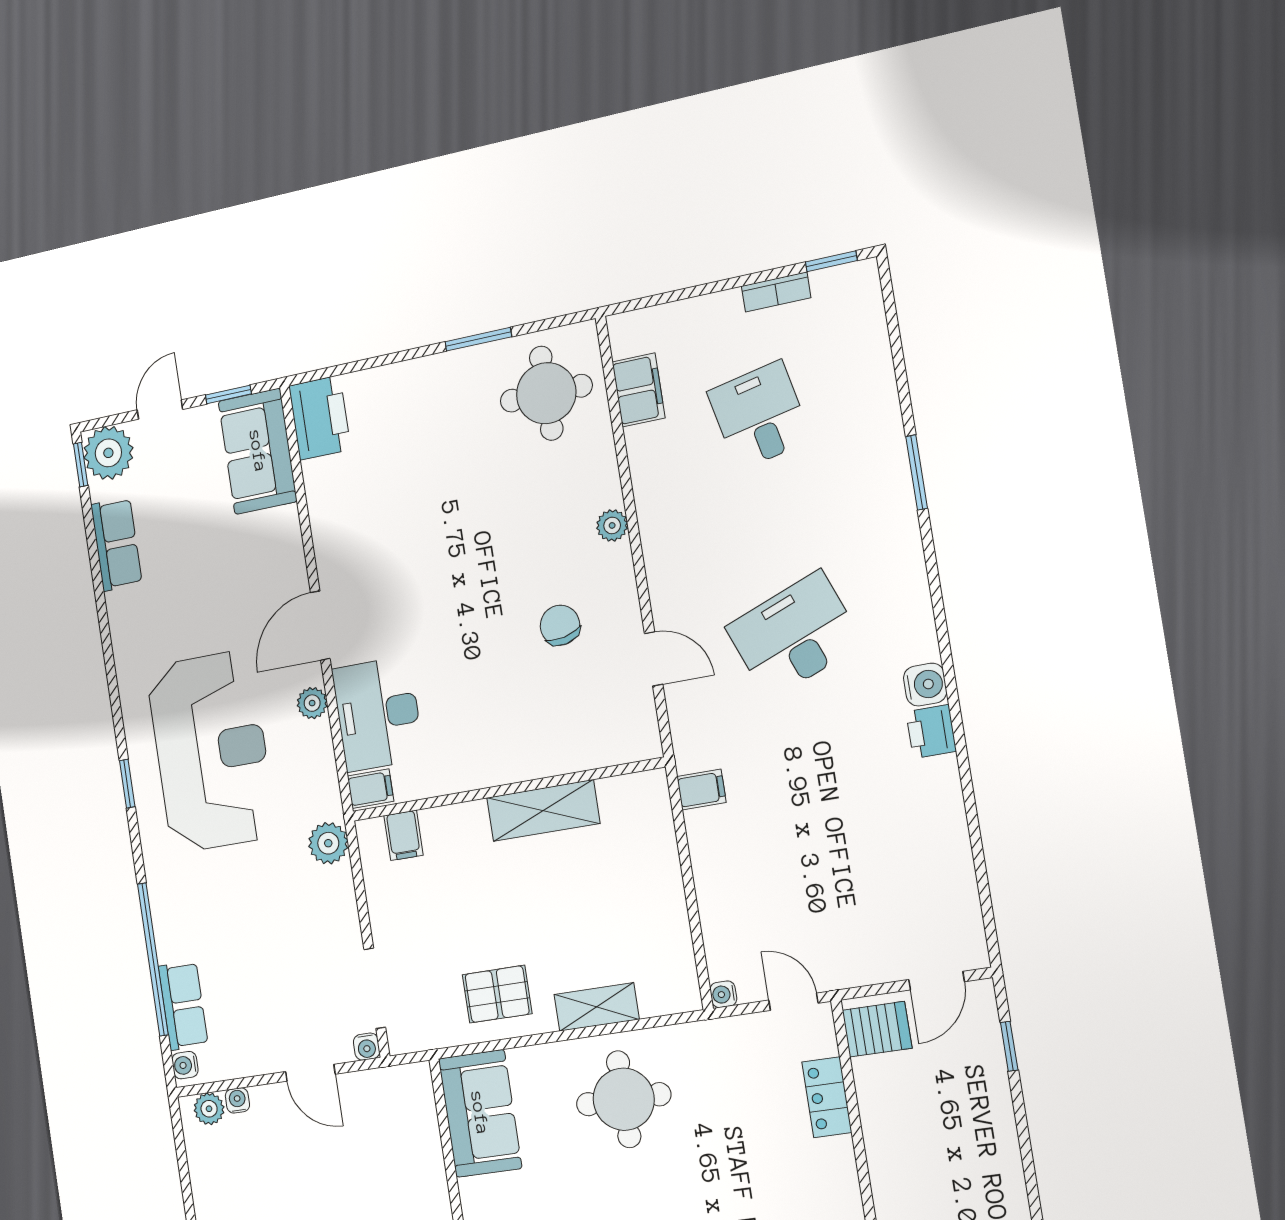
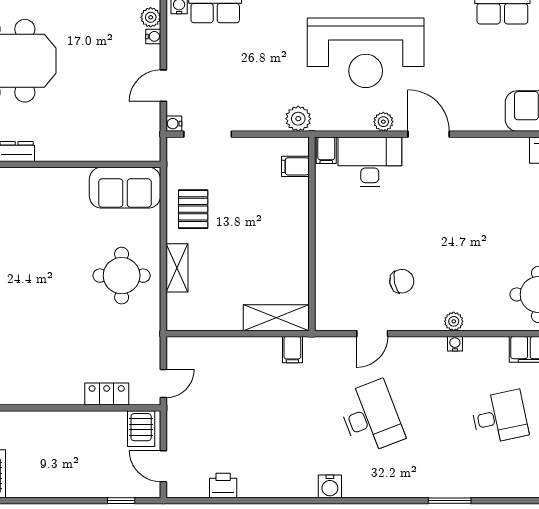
printer: (931, 732) -> (223, 486), moved
shelving: (543, 811) -> (276, 318), moved, turned 90
water cooler: (723, 994) -> (455, 344), moved

